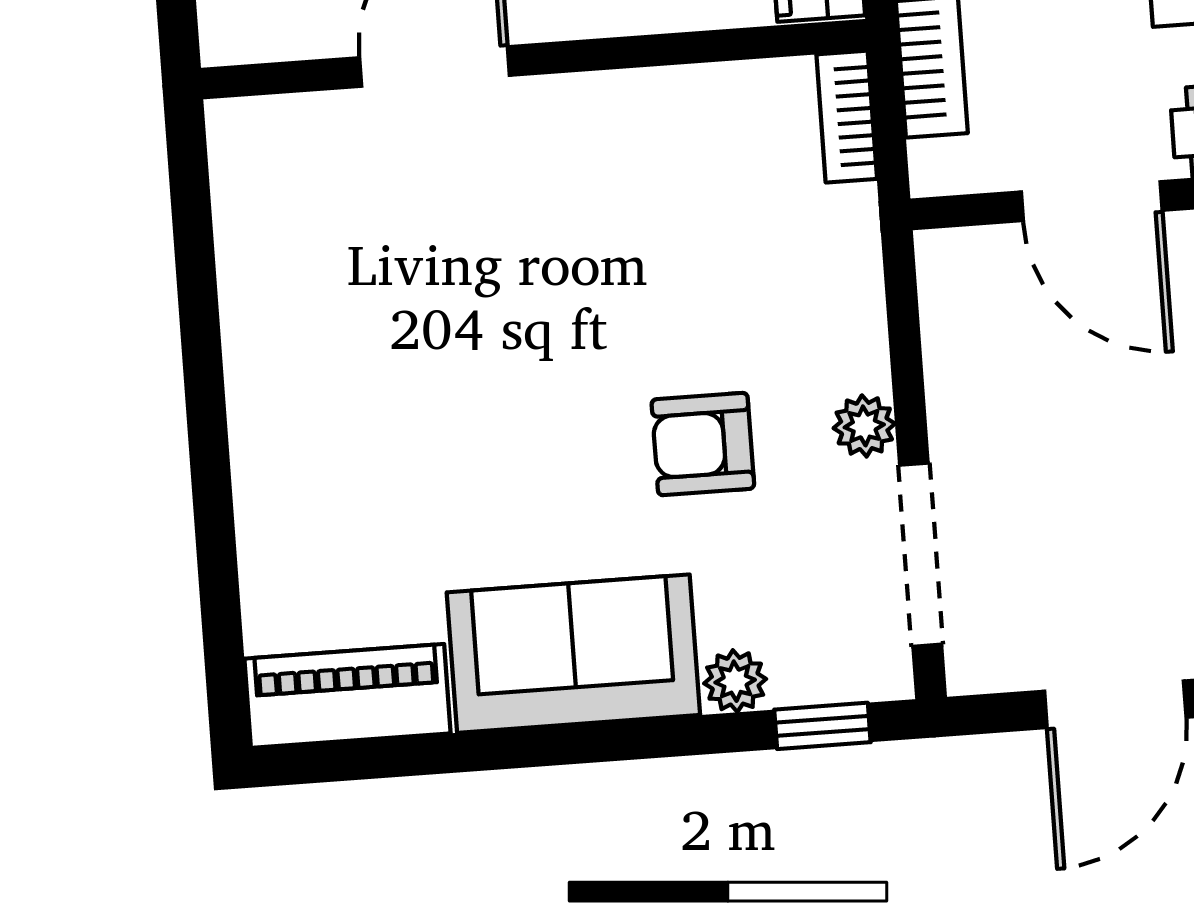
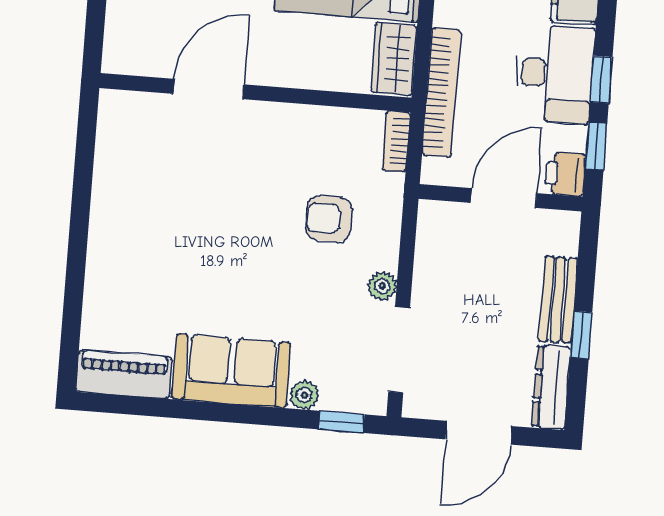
door: (1092, 201) -> (504, 198), swing flipped
armchair: (703, 444) -> (329, 219), moved

